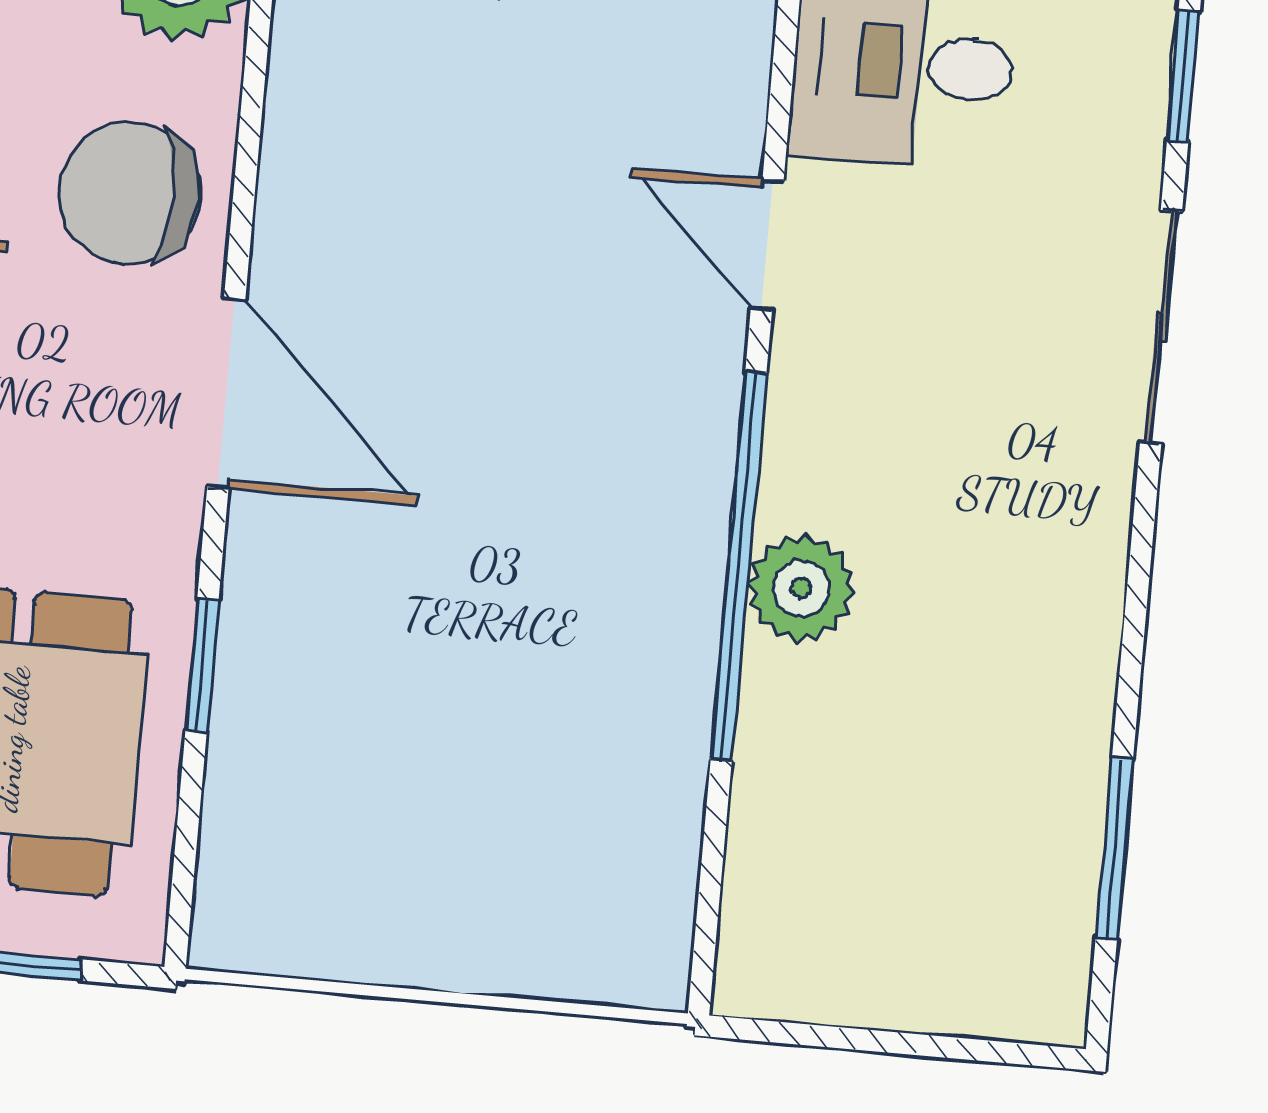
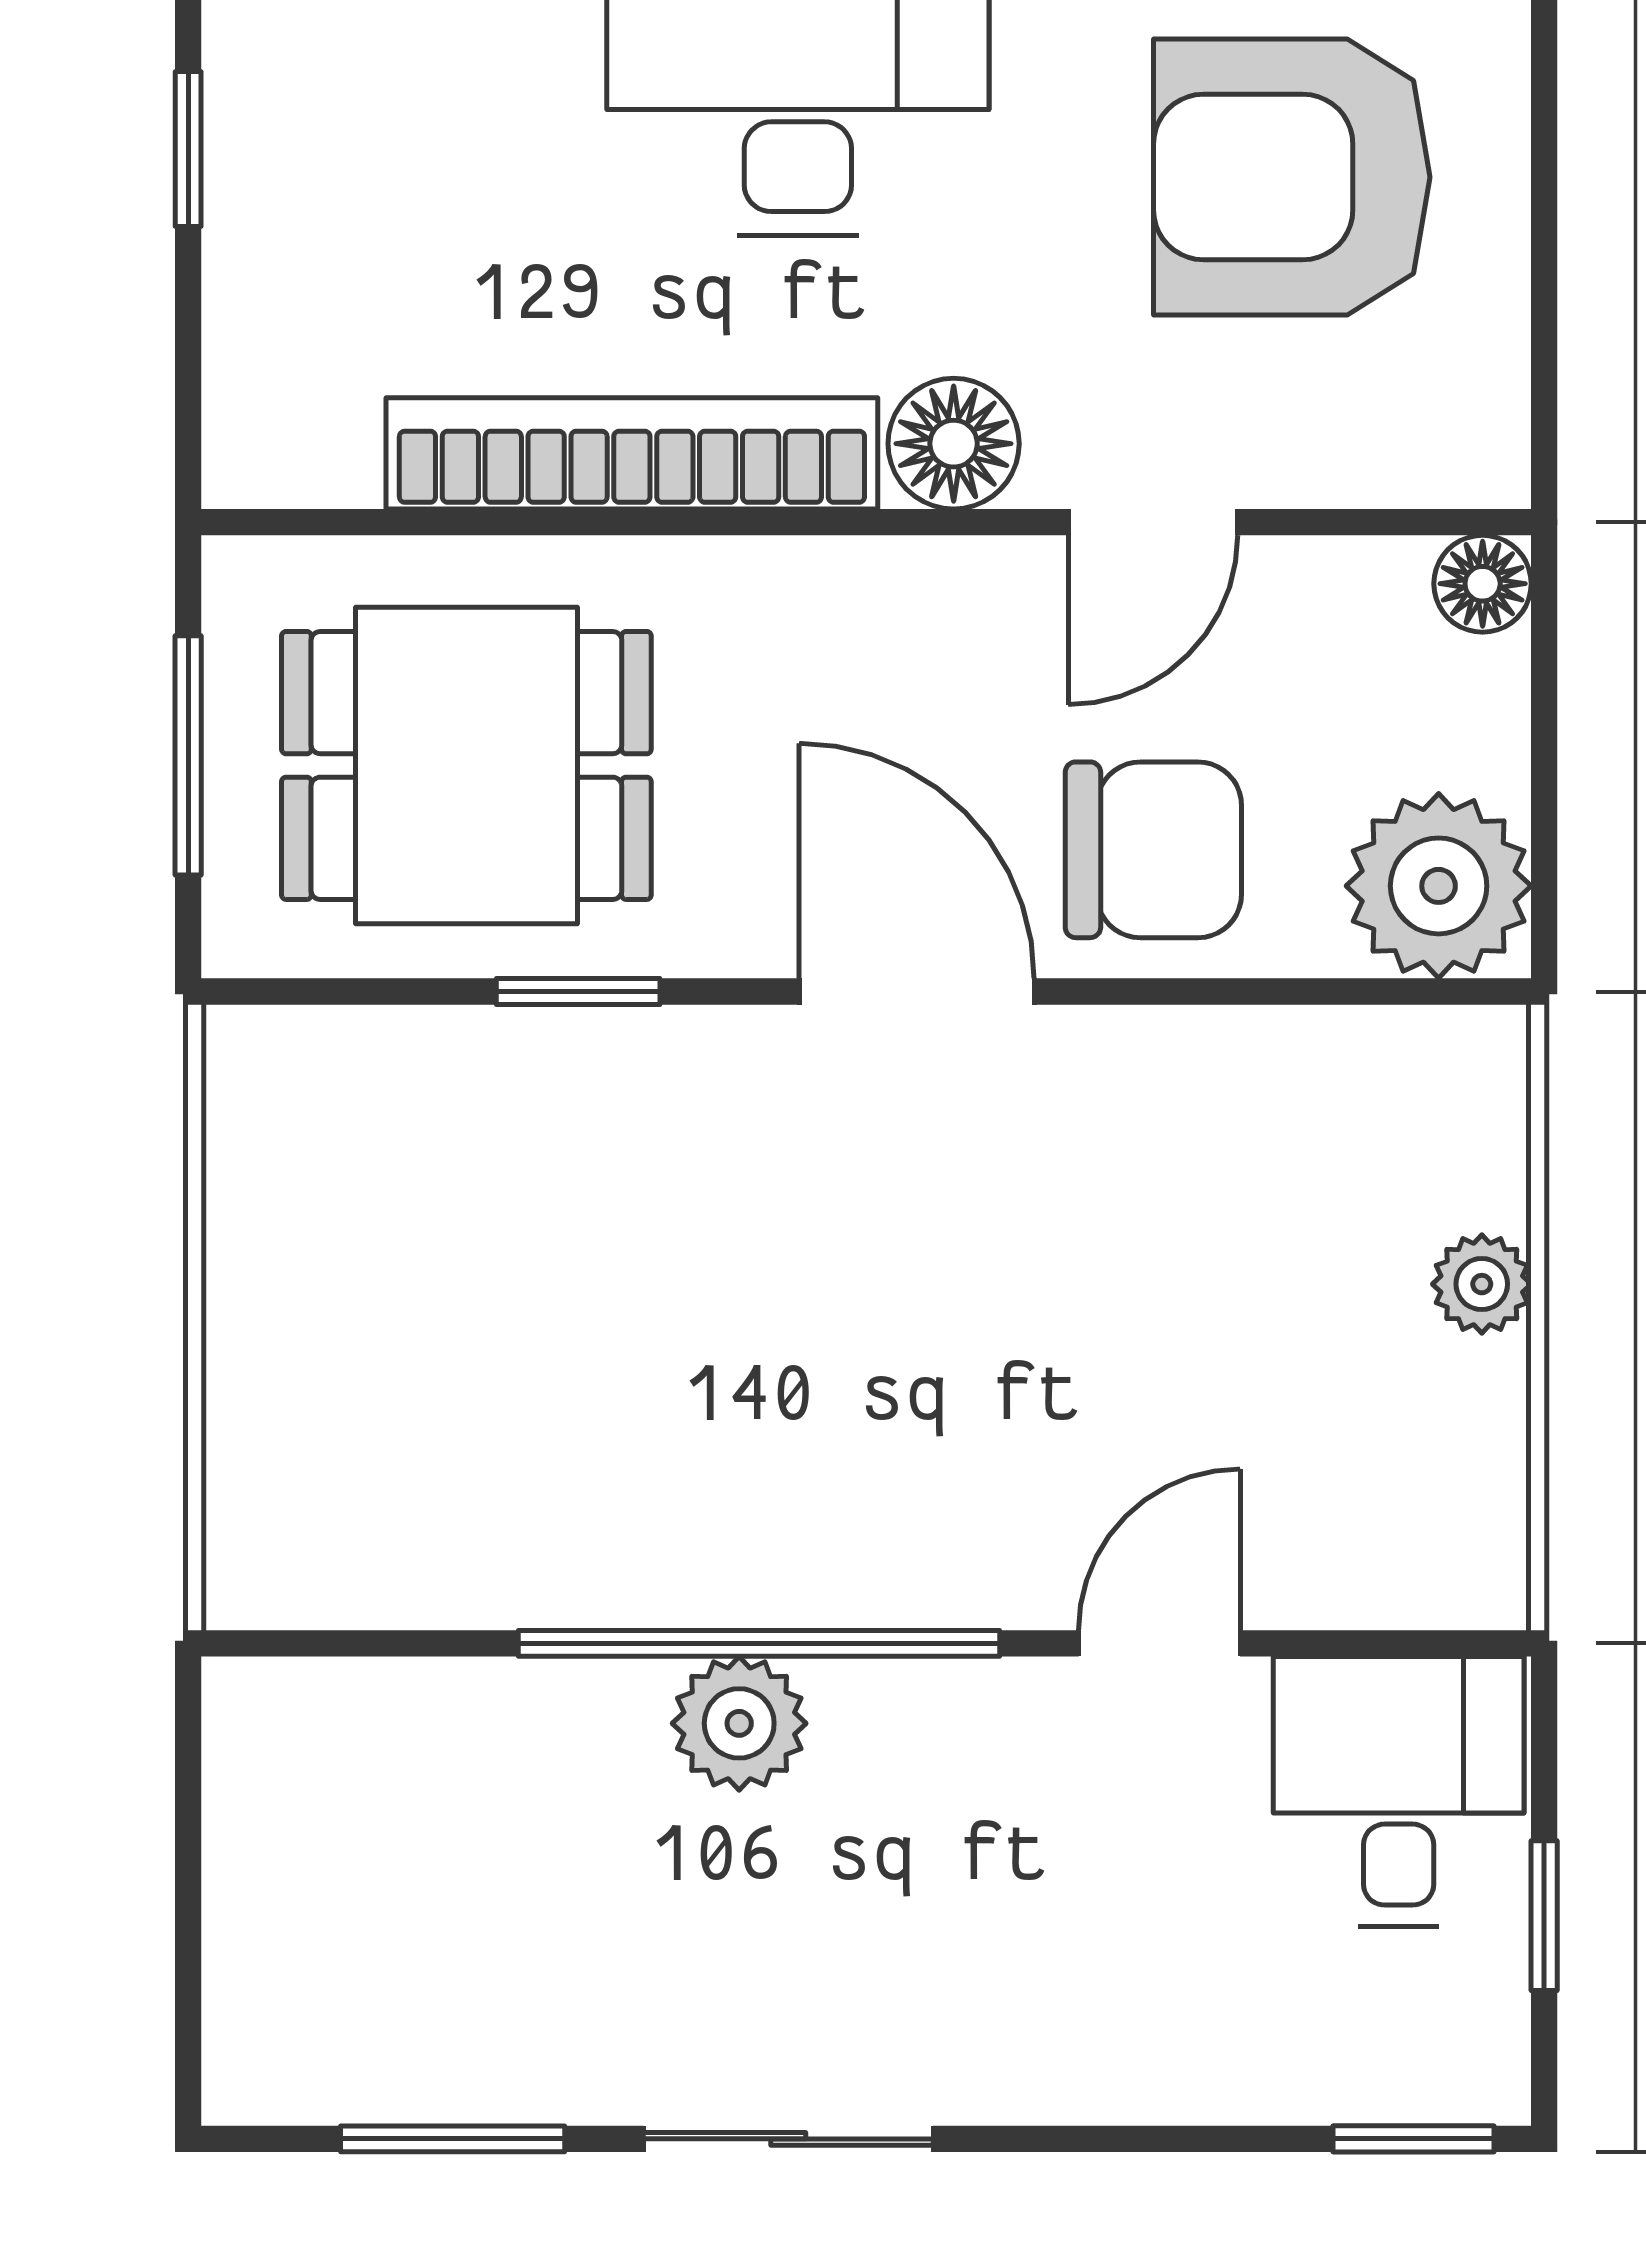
chair: (129, 193) -> (1153, 850), turned 90
sliding door: (1161, 327) -> (788, 2139), moved
door: (226, 393) -> (917, 992), swing flipped

